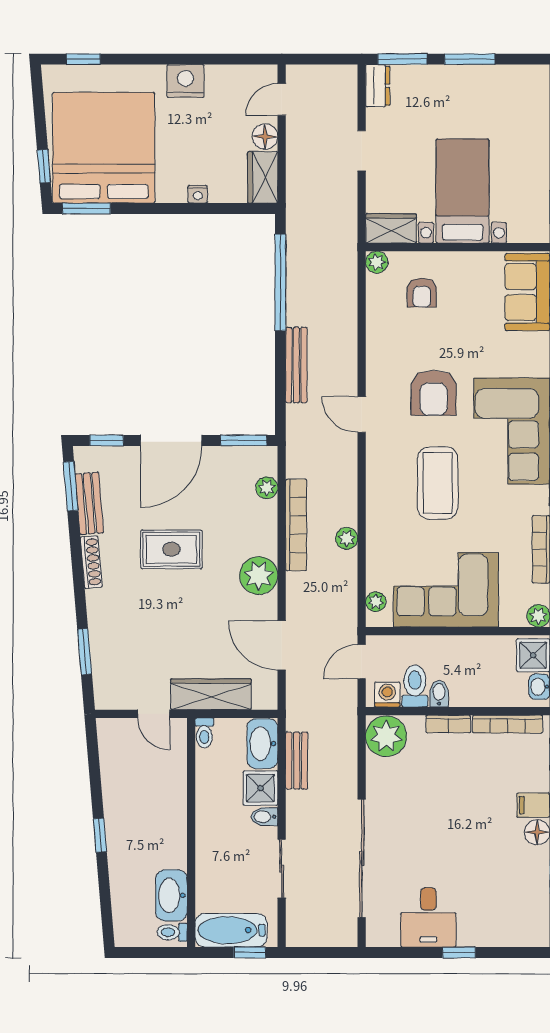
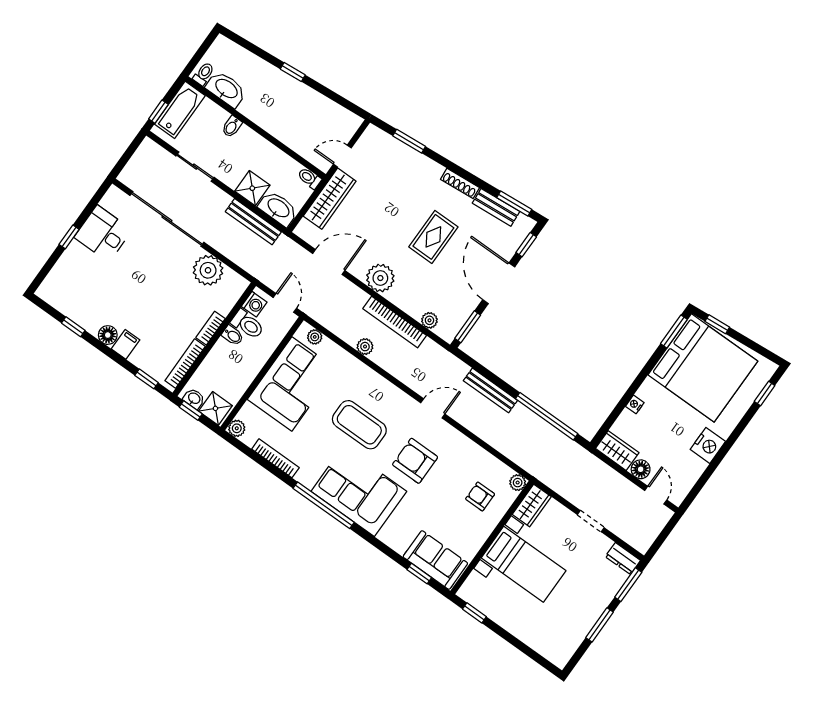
plant: (386, 736) -> (208, 270), moved
bench: (297, 761) -> (253, 222), width x1.36
bidet: (264, 817) -> (232, 127), moved, turned 180

